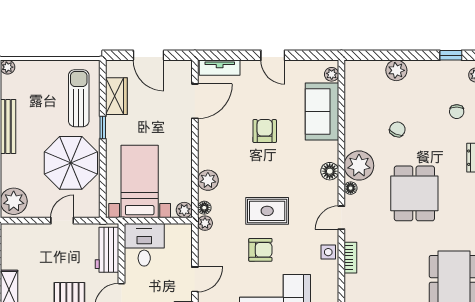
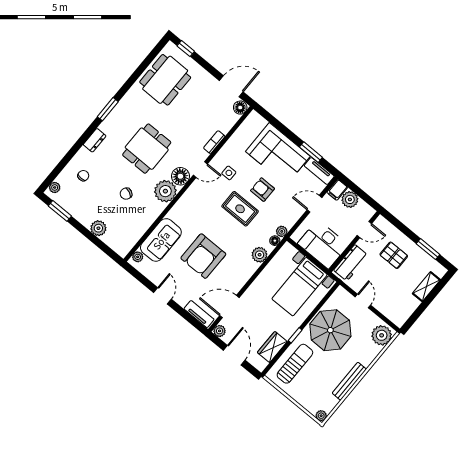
window: (451, 55) -> (60, 211), width x1.50
sun lounger: (79, 98) -> (295, 364), turned 180
armchair: (265, 131) -> (203, 256), width x1.88, depth x1.88
floor lamp: (330, 171) -> (185, 202), removed
floor lamp: (351, 188) -> (180, 176), width x1.89, depth x1.89
plant: (184, 210) -> (220, 331), moved
door: (62, 221) -> (363, 301), swing flipped
desk: (144, 245) -> (323, 244), width x1.37
side table: (328, 252) -> (229, 173), moved

